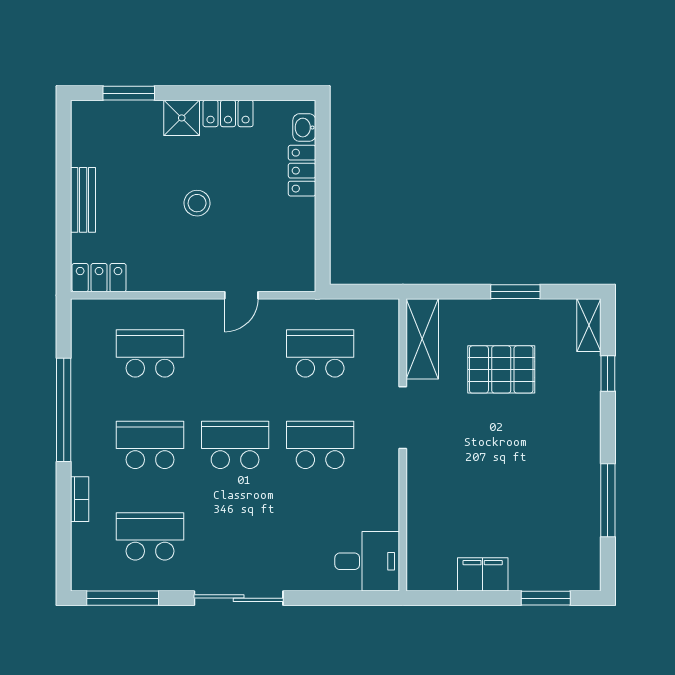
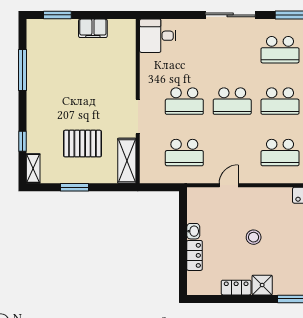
washbasin: (304, 128) -> (193, 231), moved

